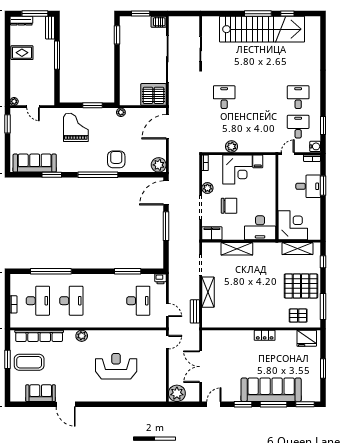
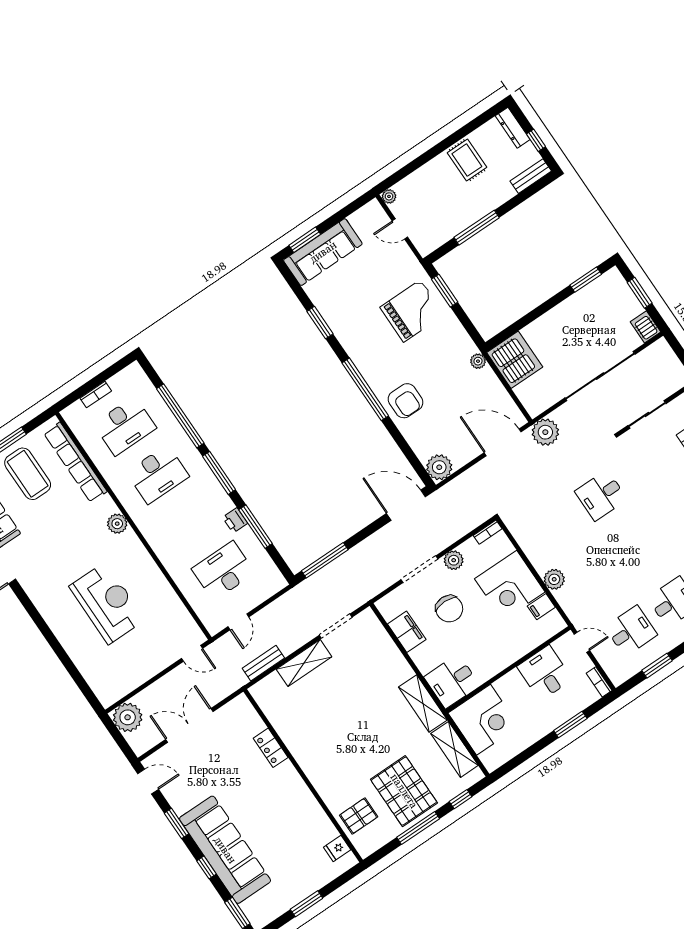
window: (35, 14) -> (536, 140), width x0.46
window: (57, 55) -> (477, 228), moved
server rack: (153, 94) -> (515, 360), moved
desk: (224, 97) -> (601, 495), turned 180
plant: (176, 103) -> (545, 432), added
window: (93, 105) -> (445, 291), moved
door: (33, 107) -> (400, 229), hinge flipped
window: (7, 124) -> (305, 240), moved
plant: (232, 146) -> (554, 579), moved
water cooler: (315, 146) -> (619, 675), removed
armchair: (116, 159) -> (405, 401), turned 90
sofa: (35, 163) -> (323, 252), moved, turned 90
desk: (308, 186) -> (545, 673), moved, turned 180
window: (166, 226) -> (325, 560), moved
desk: (260, 228) -> (452, 681), width x0.73
filing cabinet: (212, 233) -> (407, 632), moved
shelving: (237, 249) -> (423, 704), moved
window: (90, 271) -> (219, 473), added
printer: (160, 279) -> (235, 520), moved
desk: (138, 301) -> (223, 571), turned 180
window: (323, 307) -> (418, 828), moved
pallet: (298, 316) -> (359, 816), turned 90
locker: (265, 335) -> (271, 748), moved
fridge: (307, 338) -> (337, 849), width x0.53, depth x0.75
window: (274, 404) -> (207, 867), width x0.46

